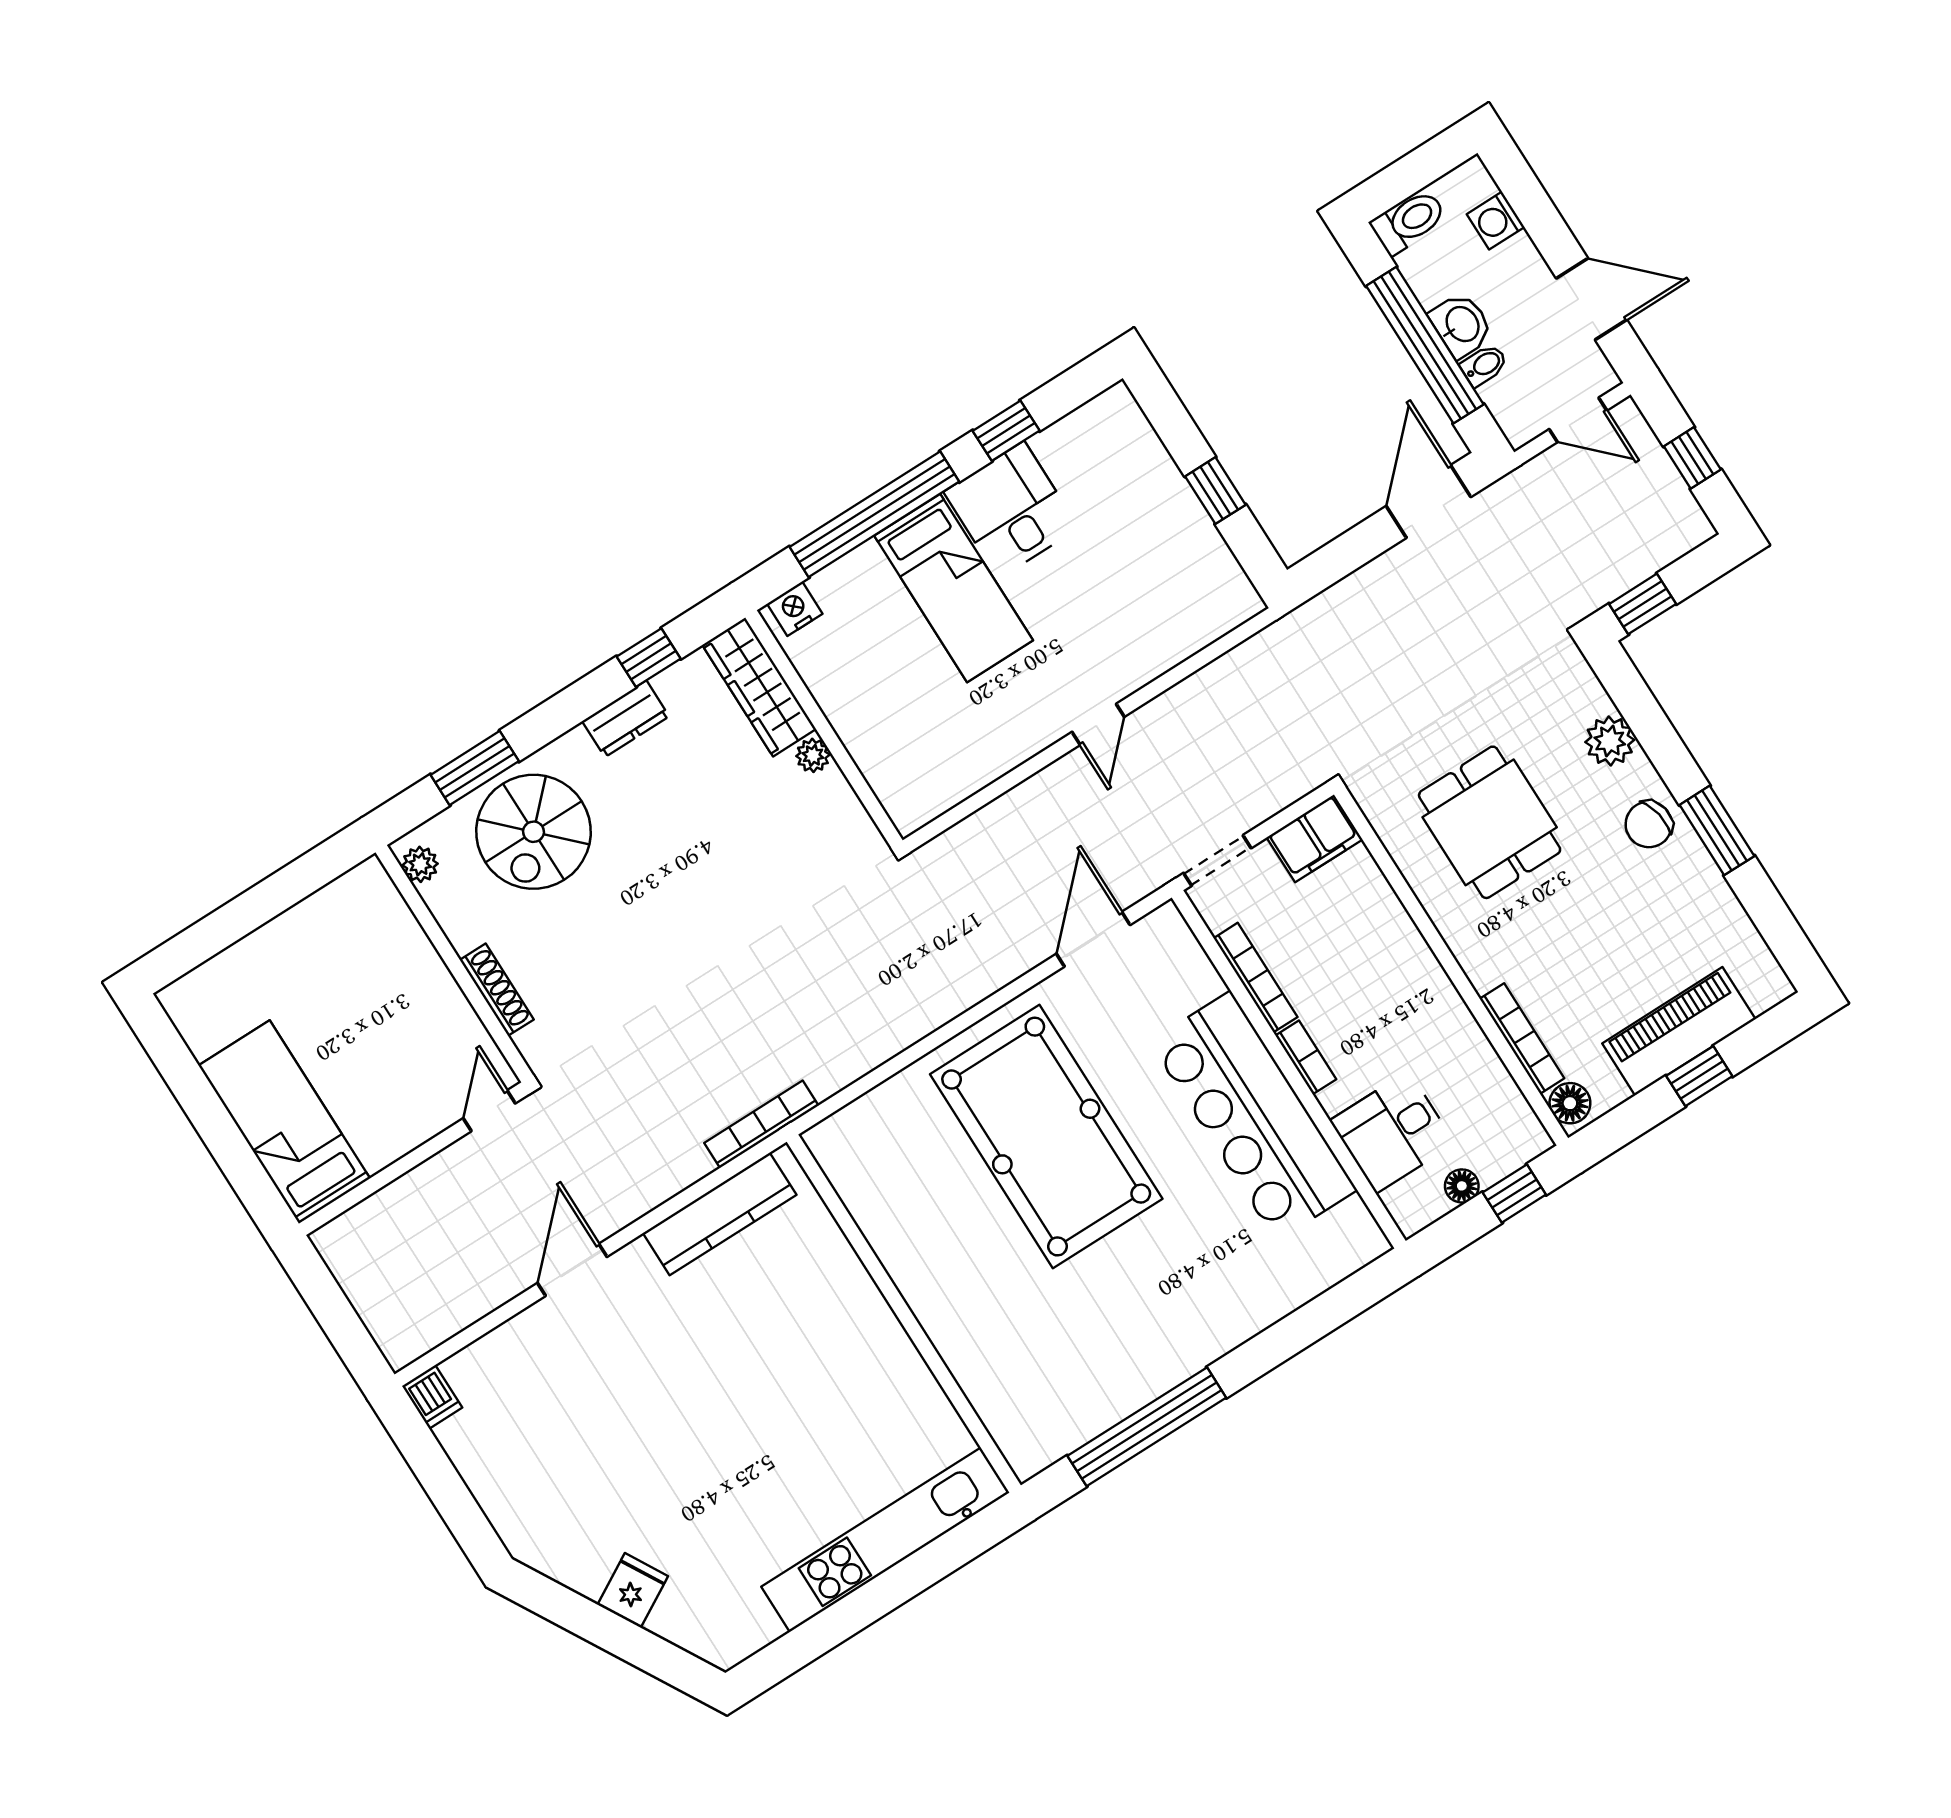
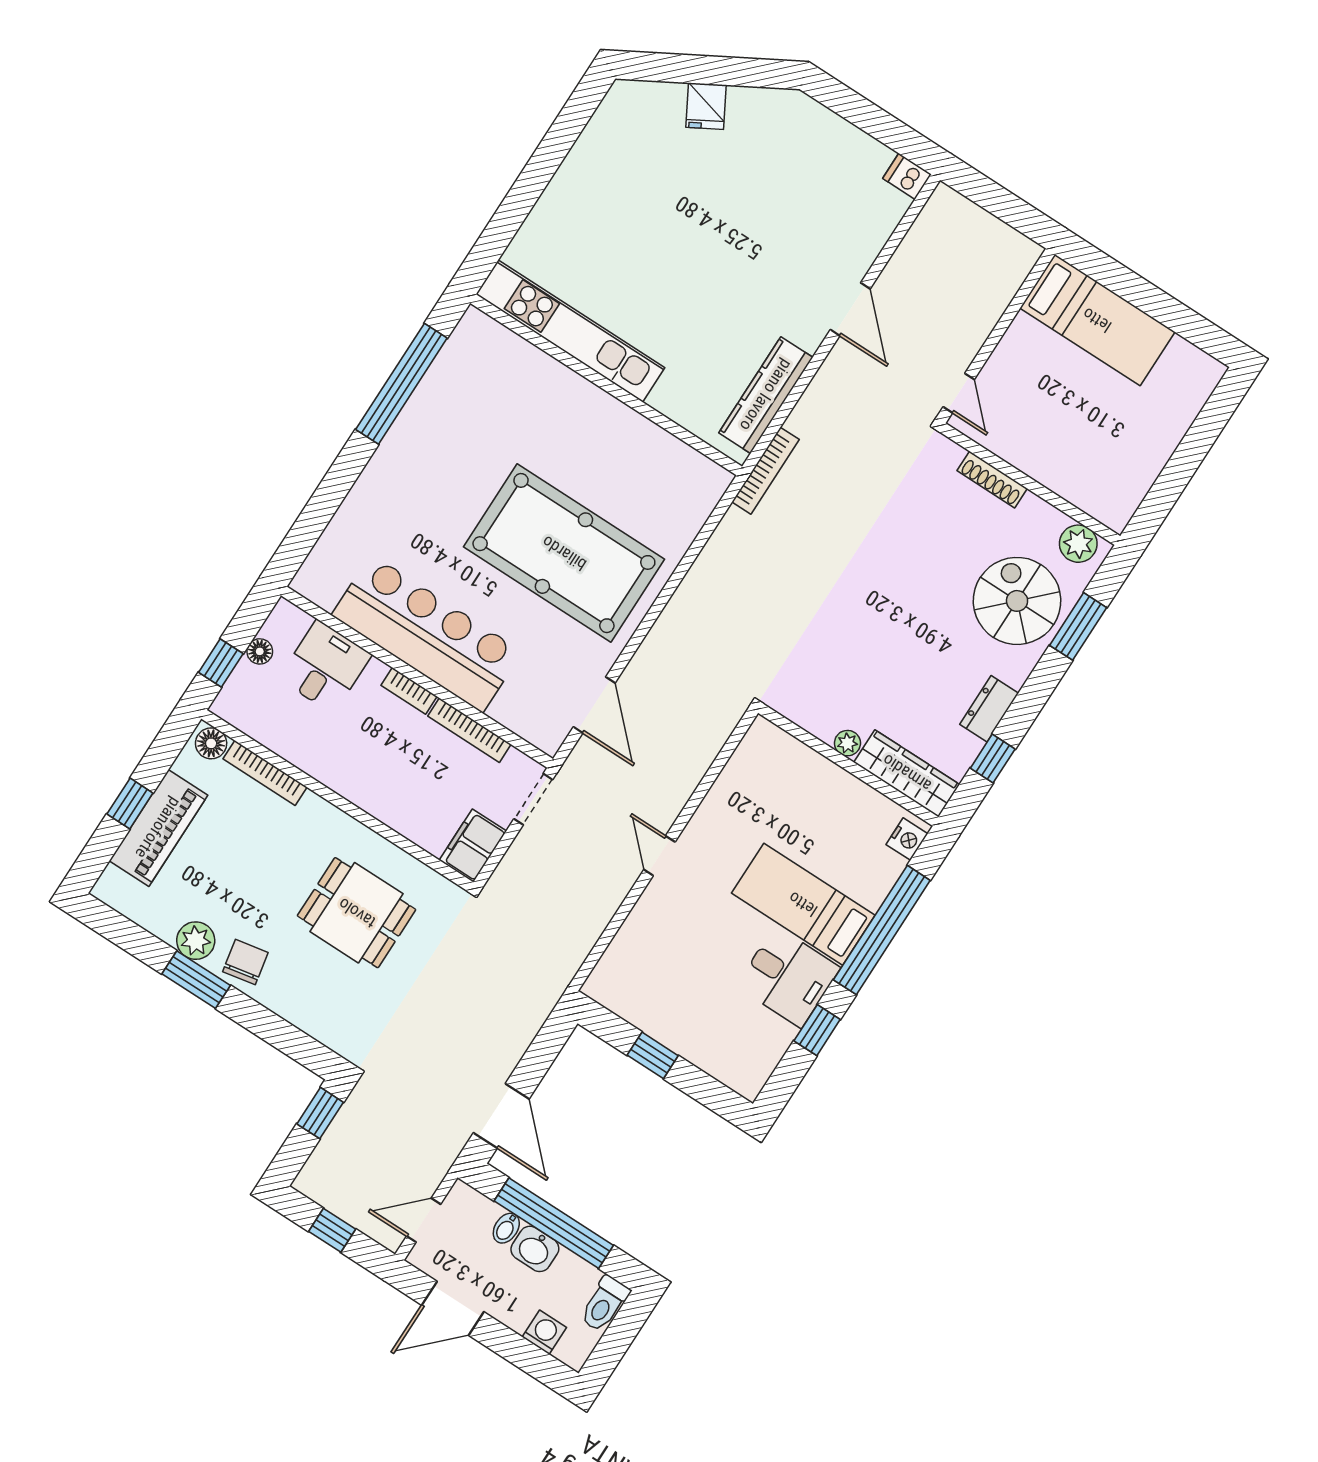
plant: (1610, 741) -> (196, 941), moved
plant: (420, 864) -> (1078, 544), width x1.38, depth x1.38
kitchen unit: (885, 1540) -> (570, 331), moved, turned -90

